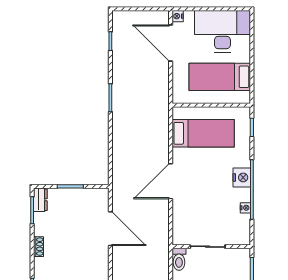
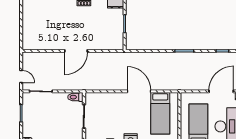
door: (171, 181) -> (139, 91), moved
door: (110, 229) -> (76, 51), moved

